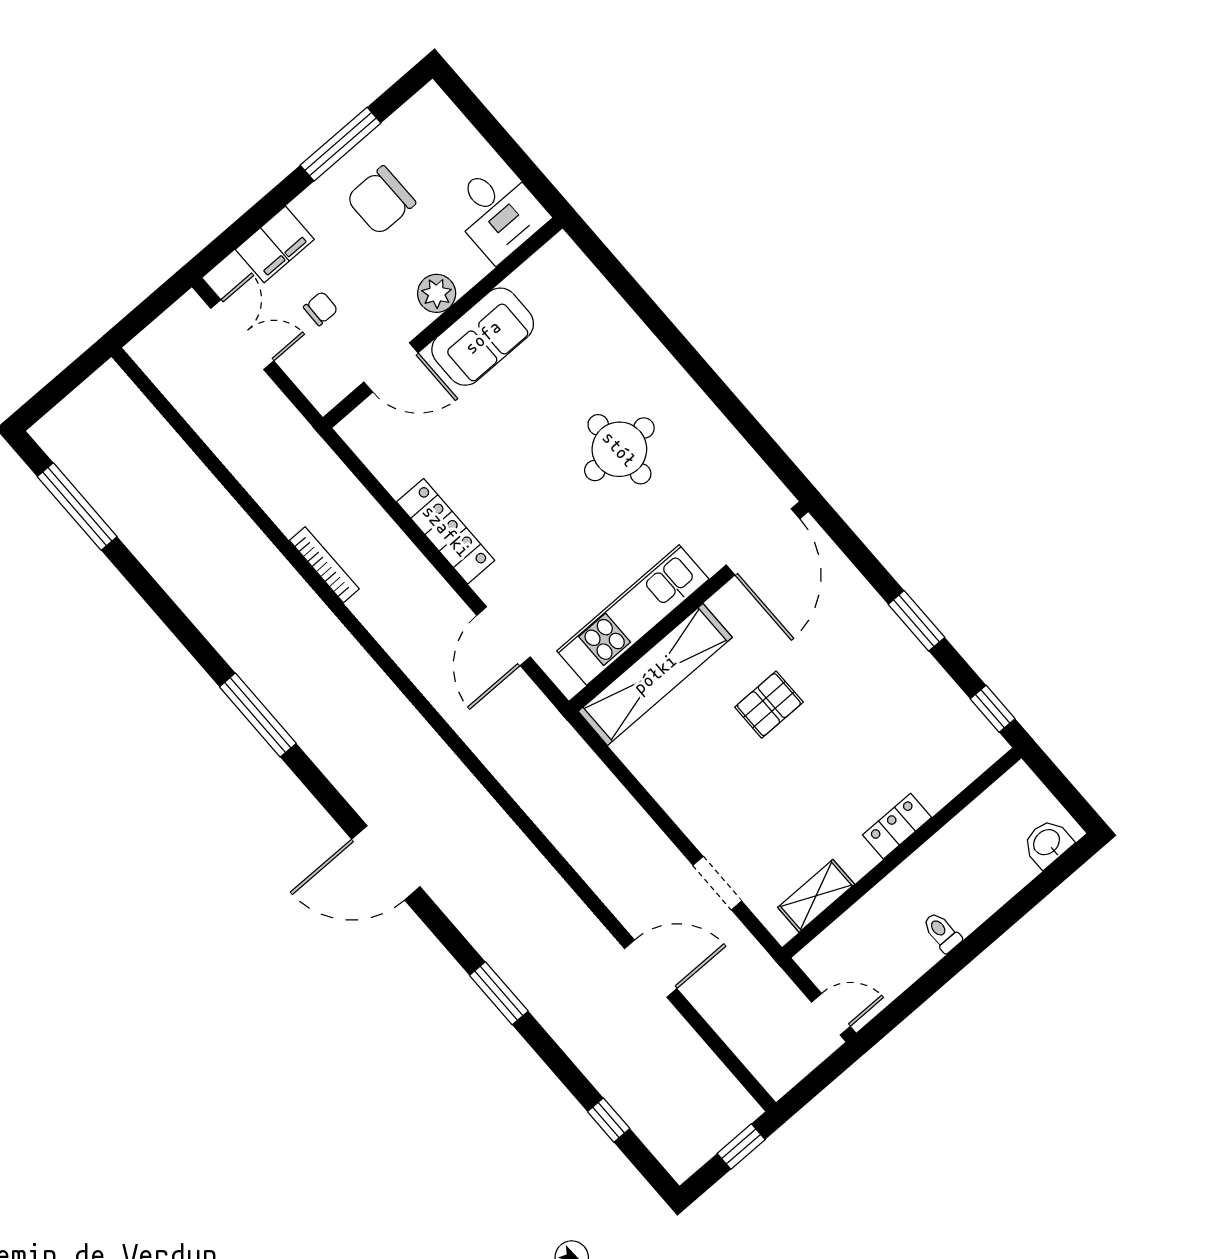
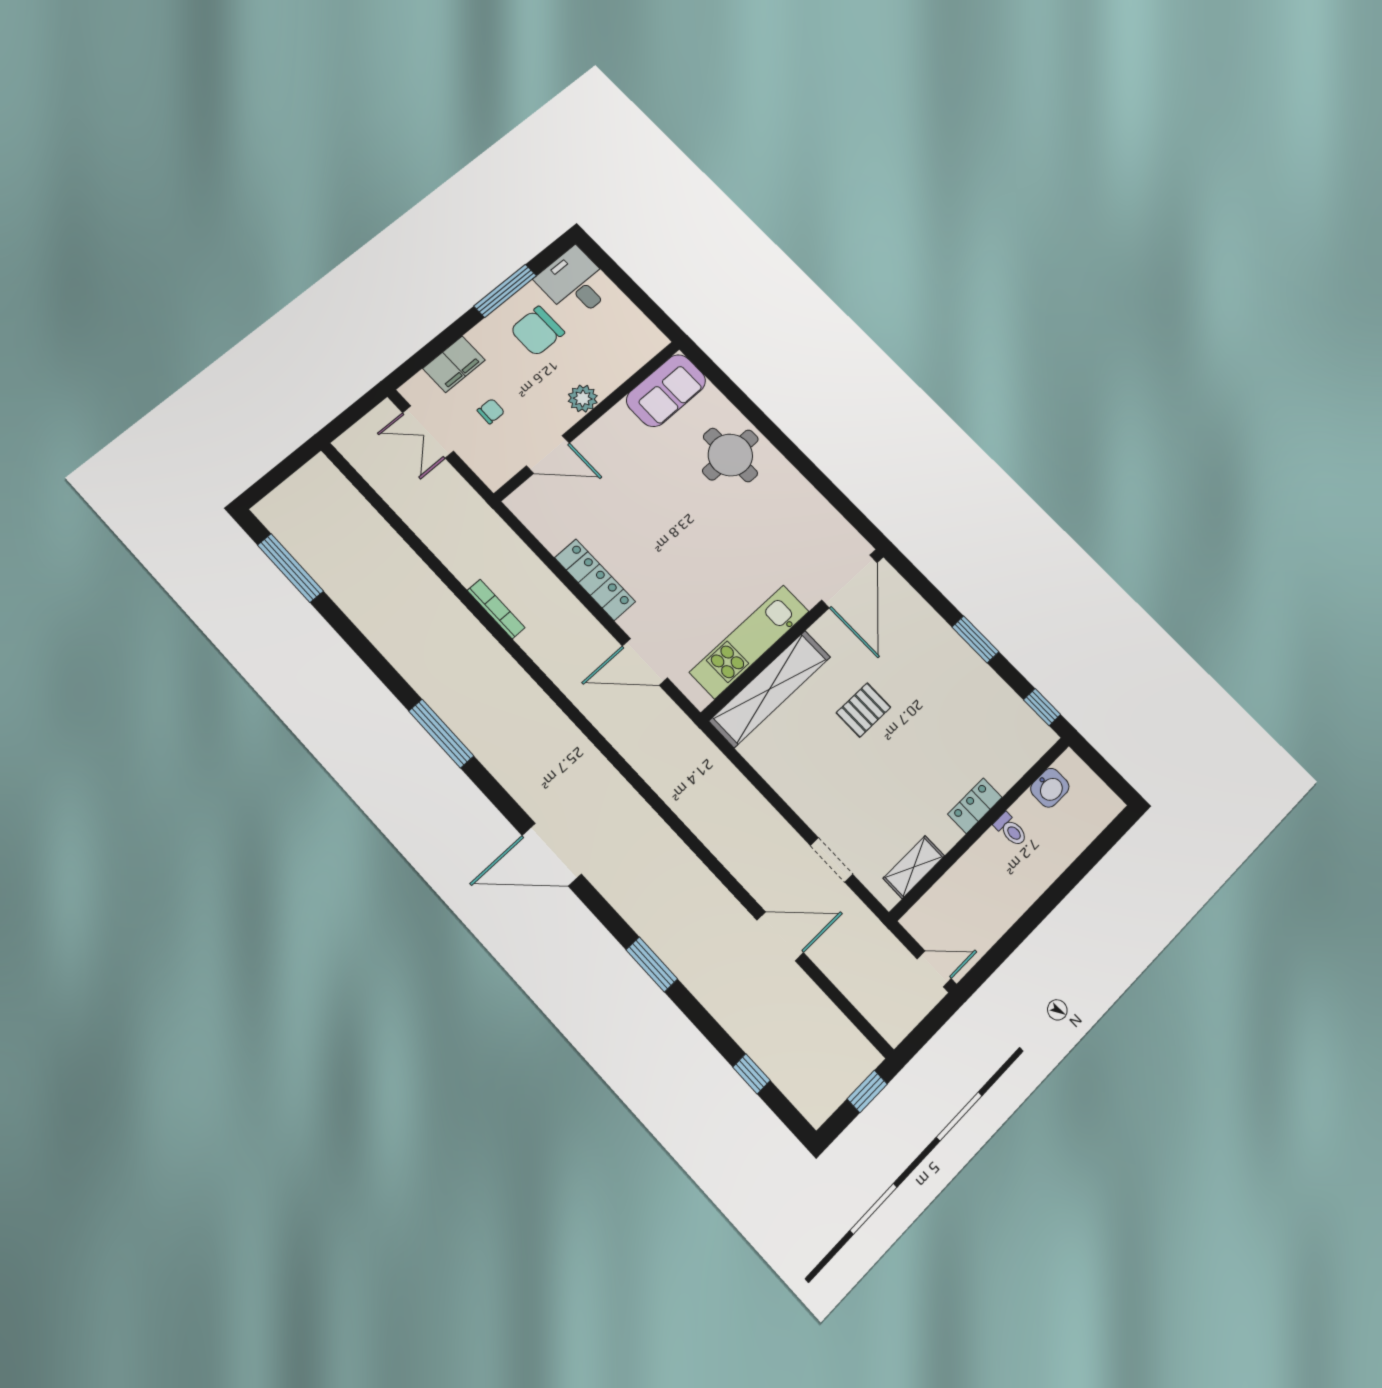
desk: (498, 212) -> (575, 283), moved, turned 180
double door: (242, 335) -> (428, 432), swing flipped
sofa: (483, 337) -> (666, 391), moved
round table: (619, 449) -> (730, 455), moved
door: (503, 636) -> (645, 662), hinge flipped
washbasin: (1047, 843) -> (1050, 788), moved, turned 180
toilet: (942, 932) -> (1011, 830), moved, turned 180

